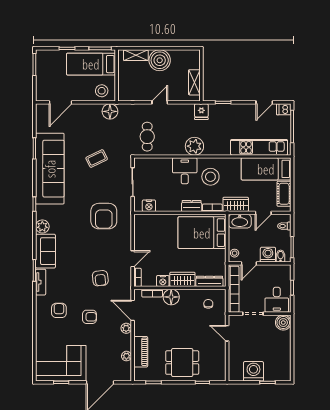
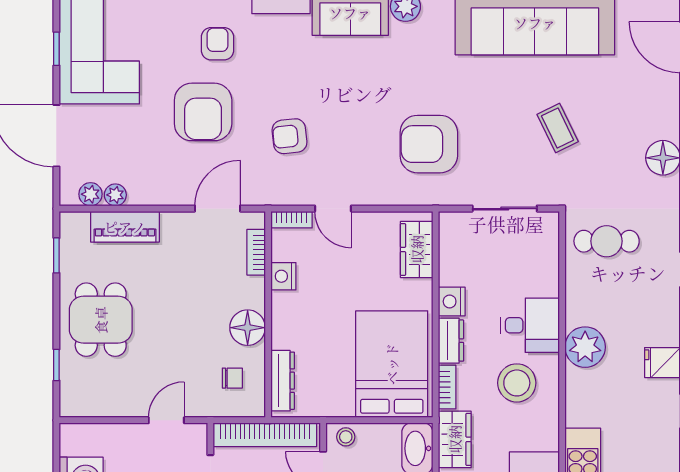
nightstand: (149, 206) -> (452, 301), moved
wardrobe: (182, 279) -> (417, 249), moved, turned 180
floor lamp: (171, 297) -> (248, 328), moved
armchair: (59, 310) -> (217, 44), turned -90
armchair: (89, 317) -> (203, 112), width x1.88, depth x1.88
plant: (126, 328) -> (91, 194), moved

